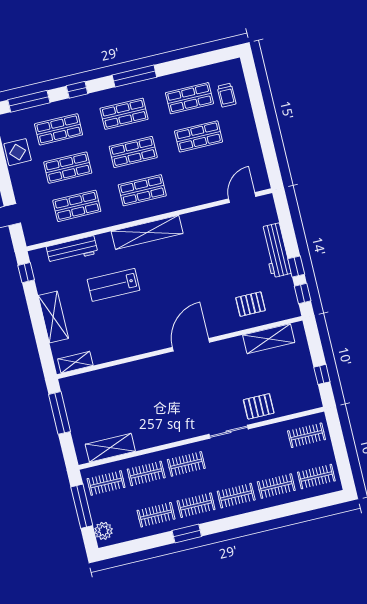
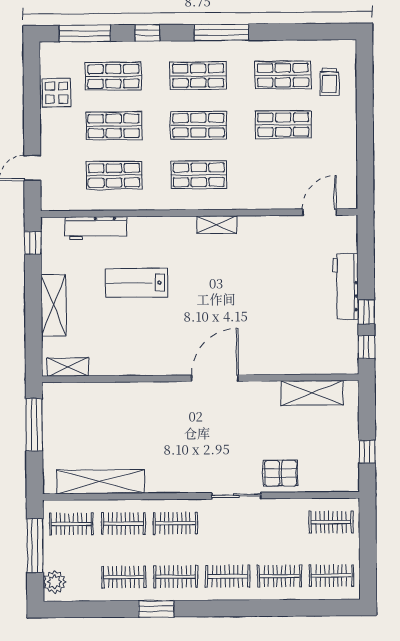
shelving: (147, 232) -> (217, 225), width x0.45, depth x0.75
pallet: (250, 304) -> (299, 345), removed
shelving: (110, 448) -> (100, 482), width x1.47

